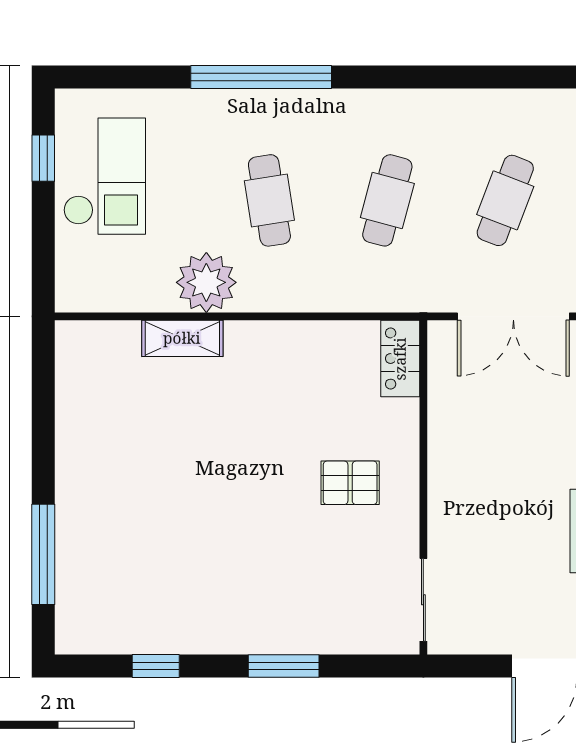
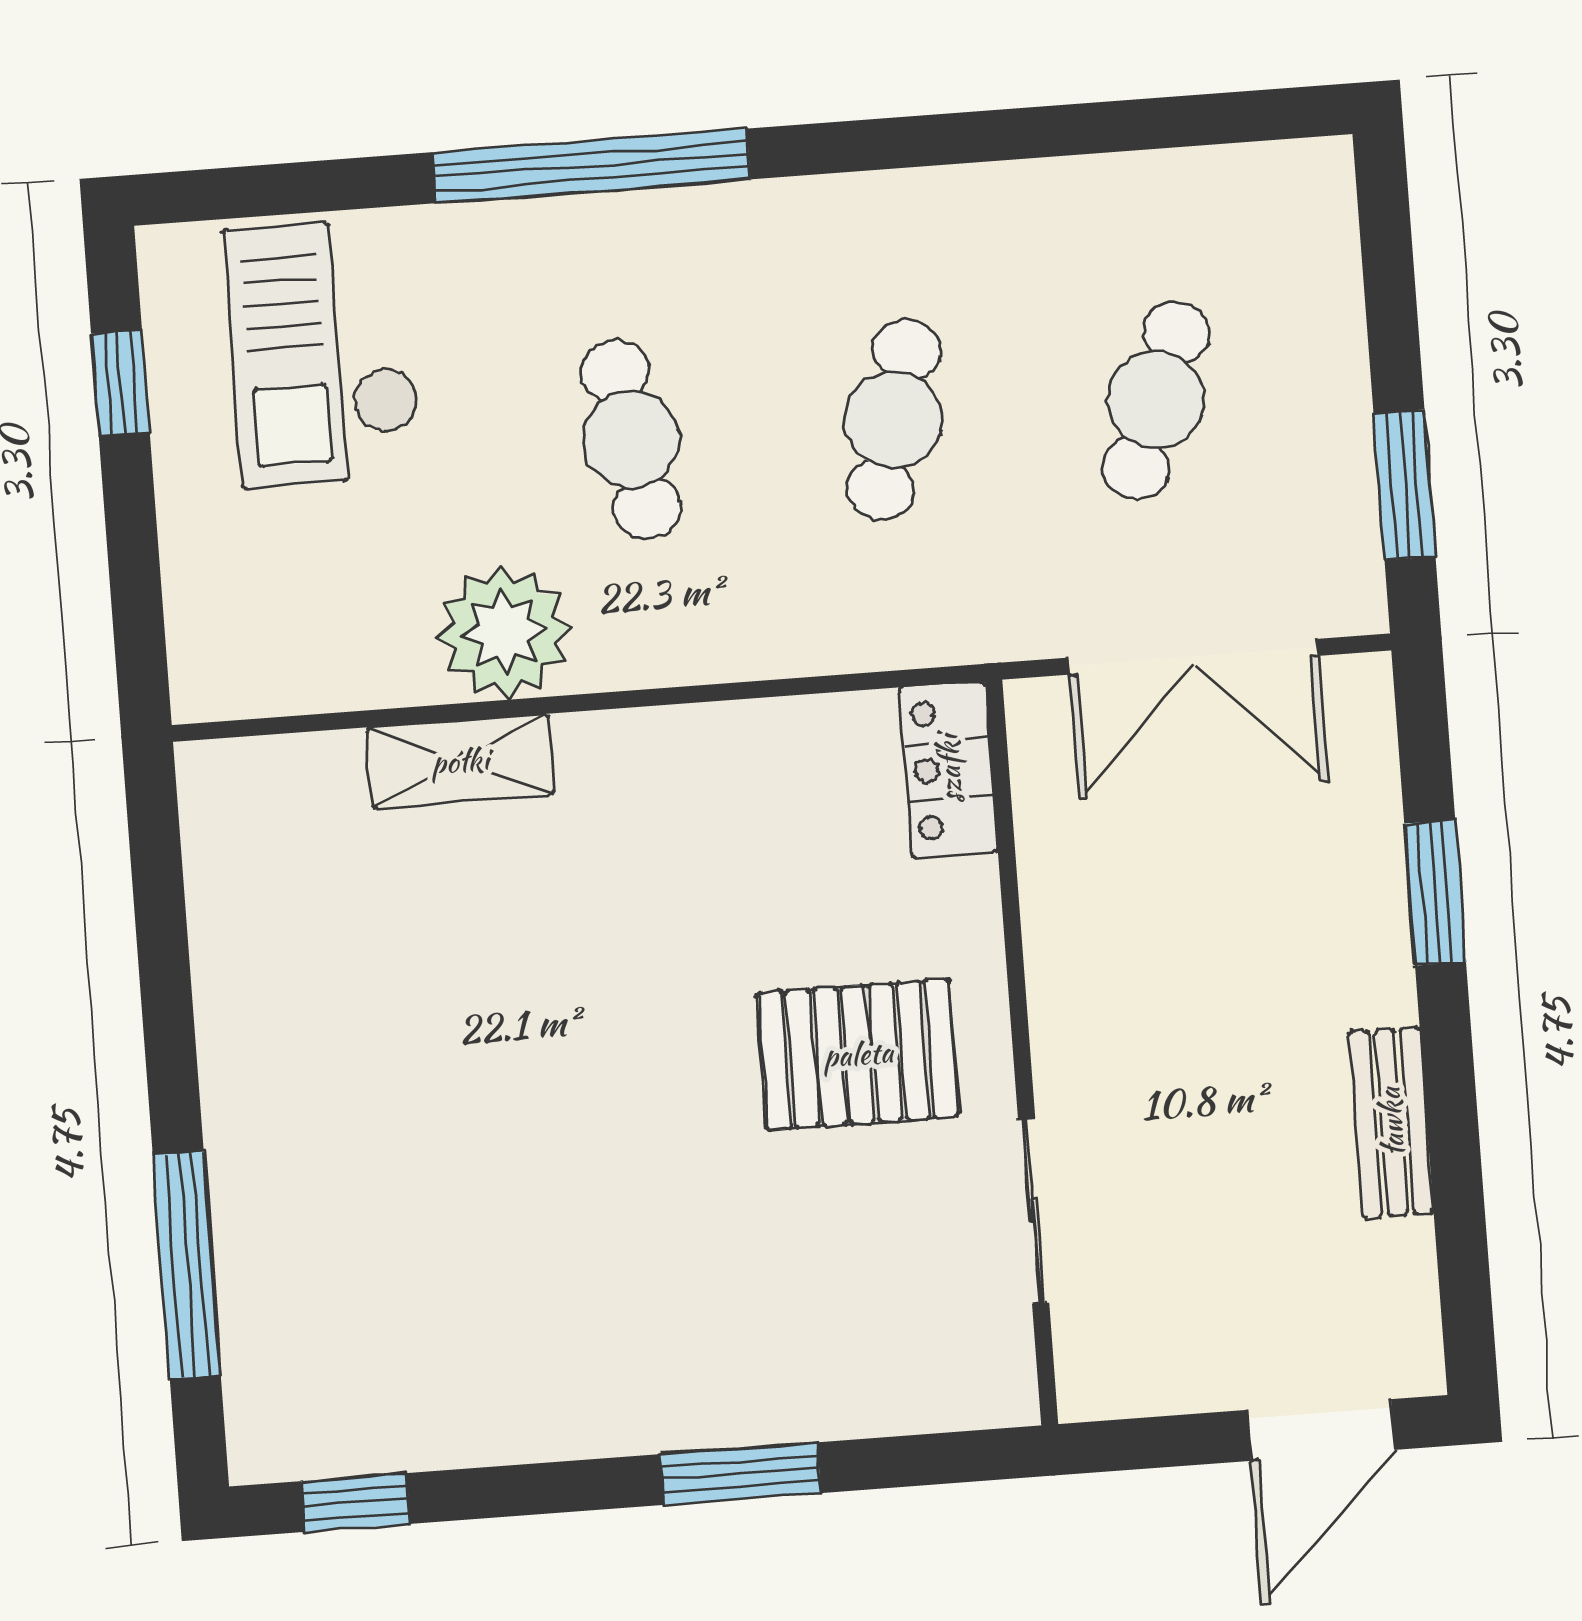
checkout: (105, 176) -> (324, 353), moved, turned 180
pallet: (350, 483) -> (858, 1054), width x1.50, depth x1.42
sliding door: (423, 600) -> (1034, 1211), moved
window: (156, 666) -> (356, 1503), moved

